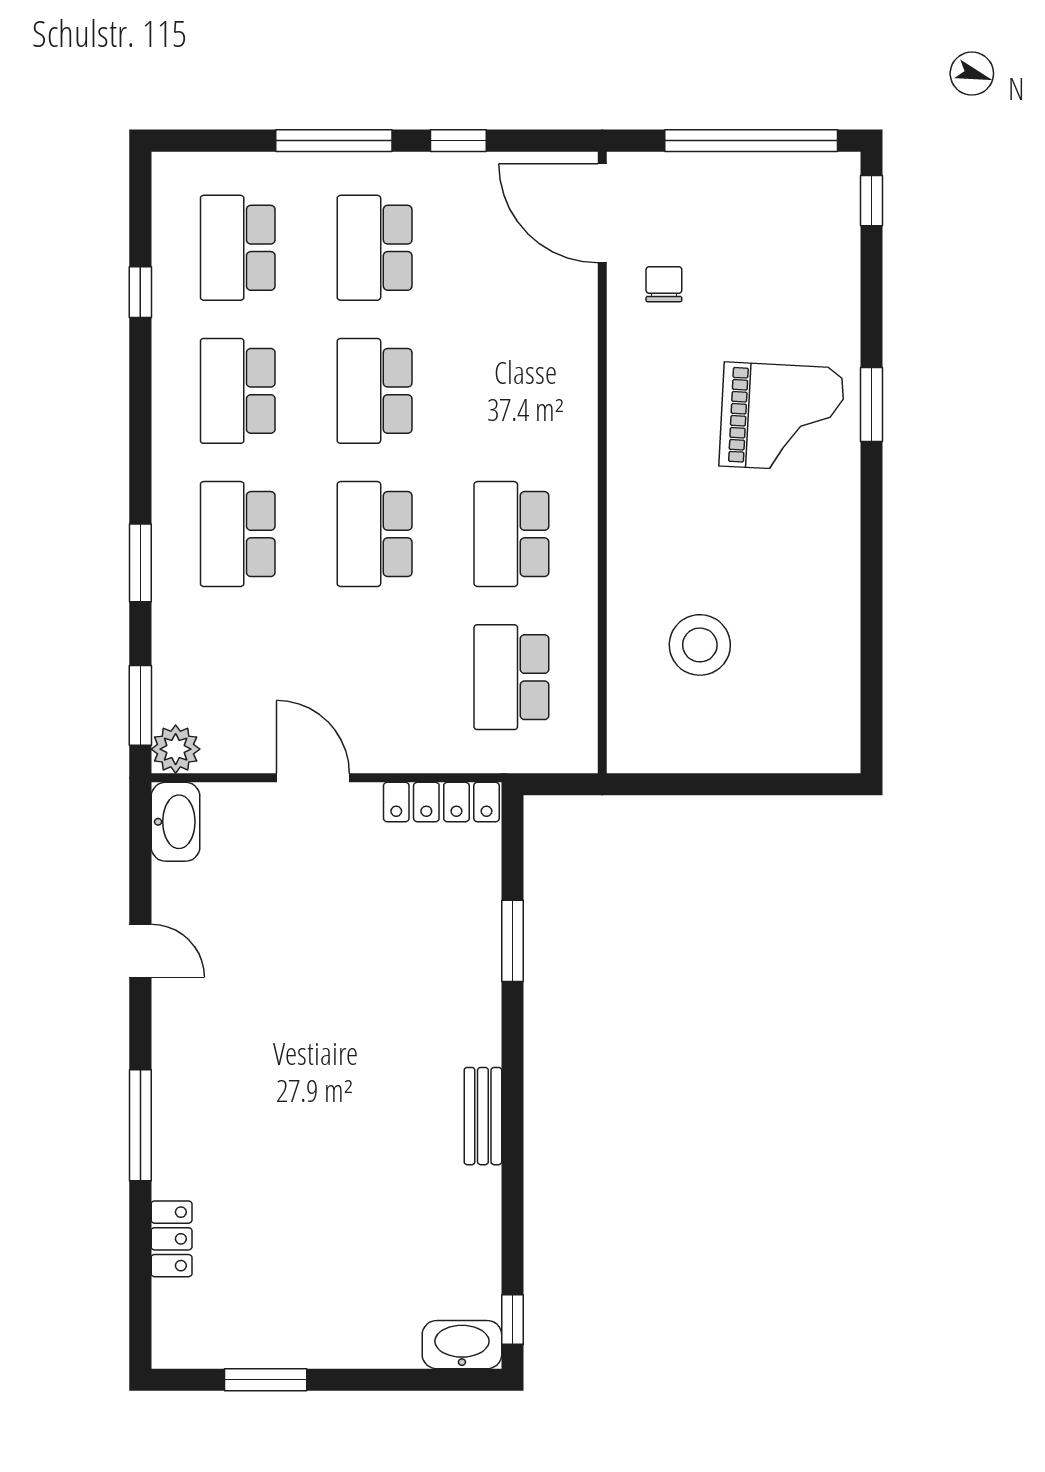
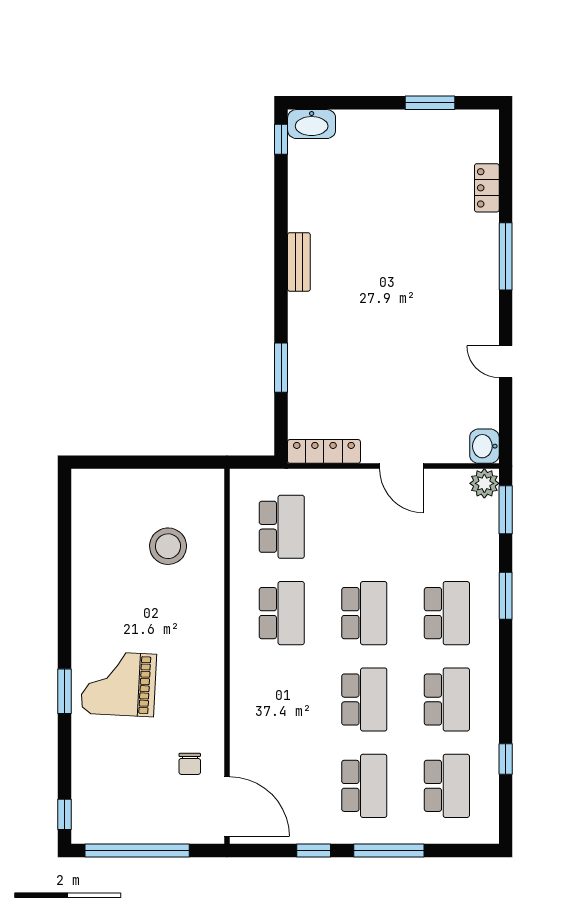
washbasin: (175, 822) -> (484, 446), width x0.72

